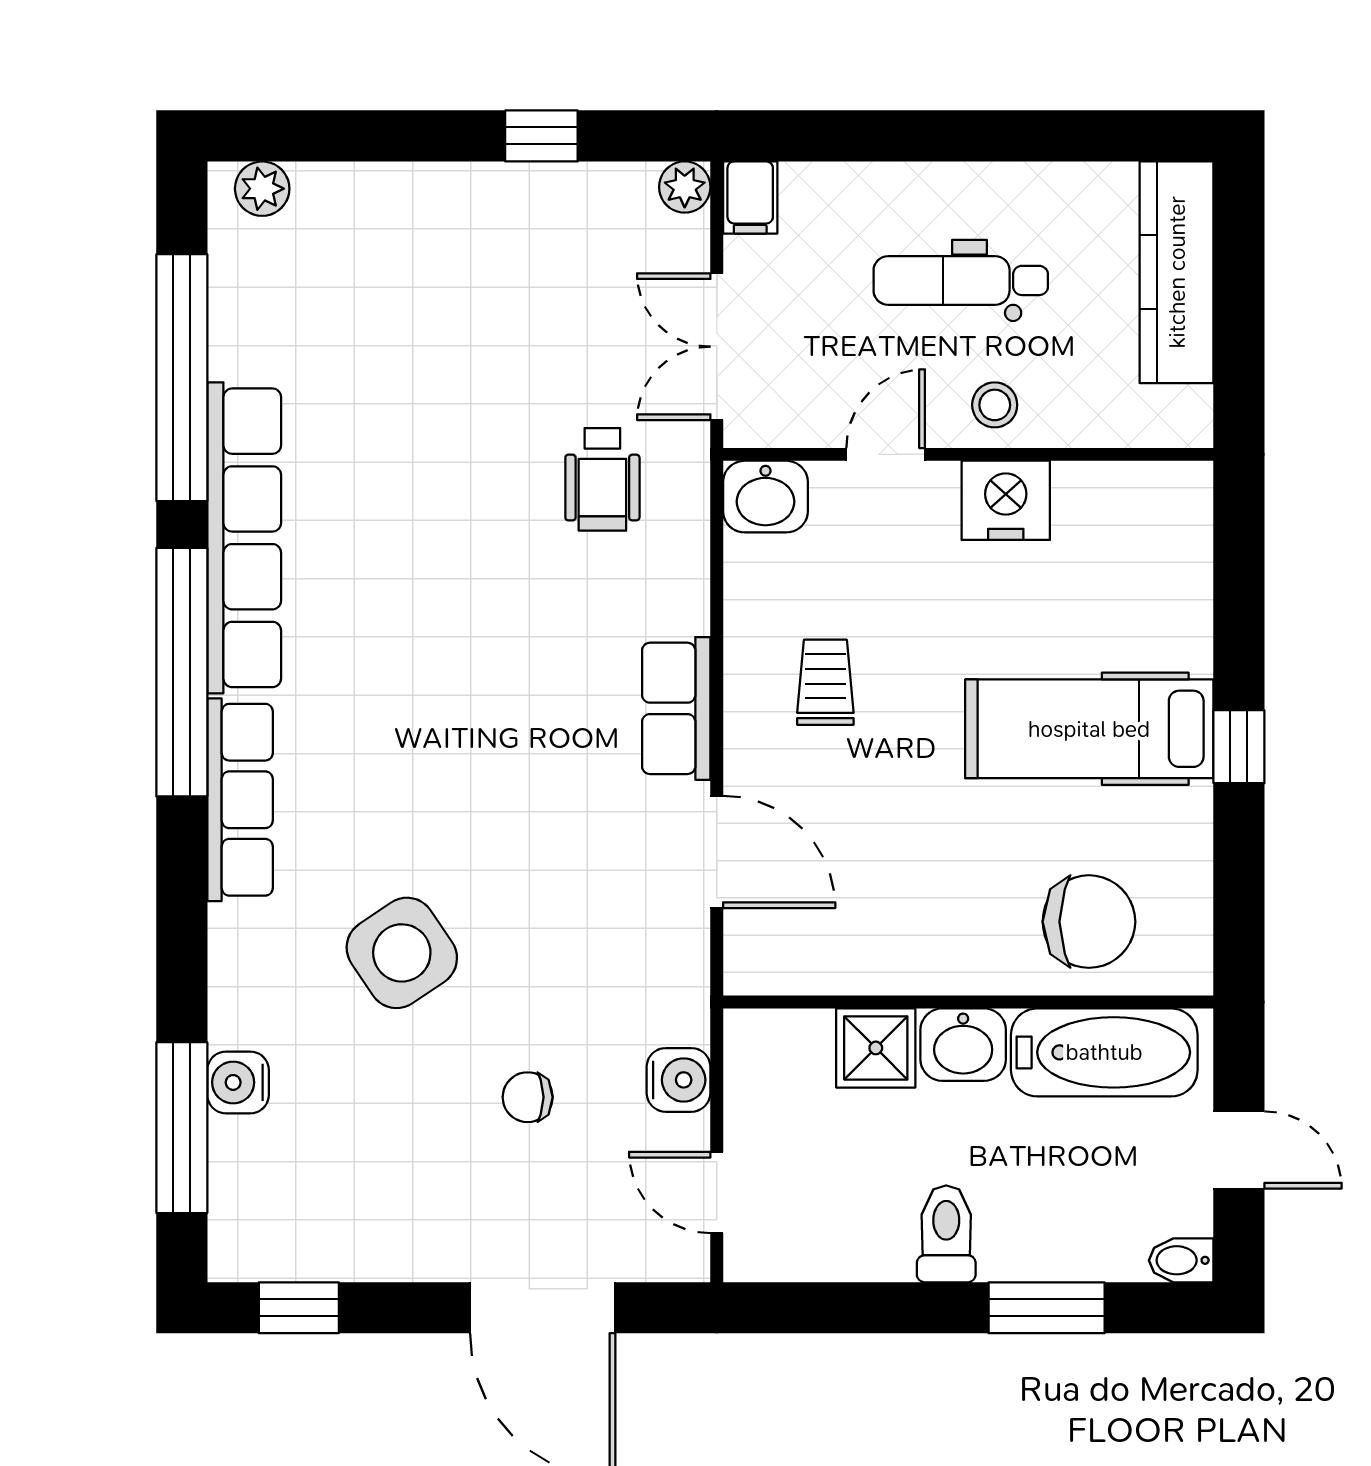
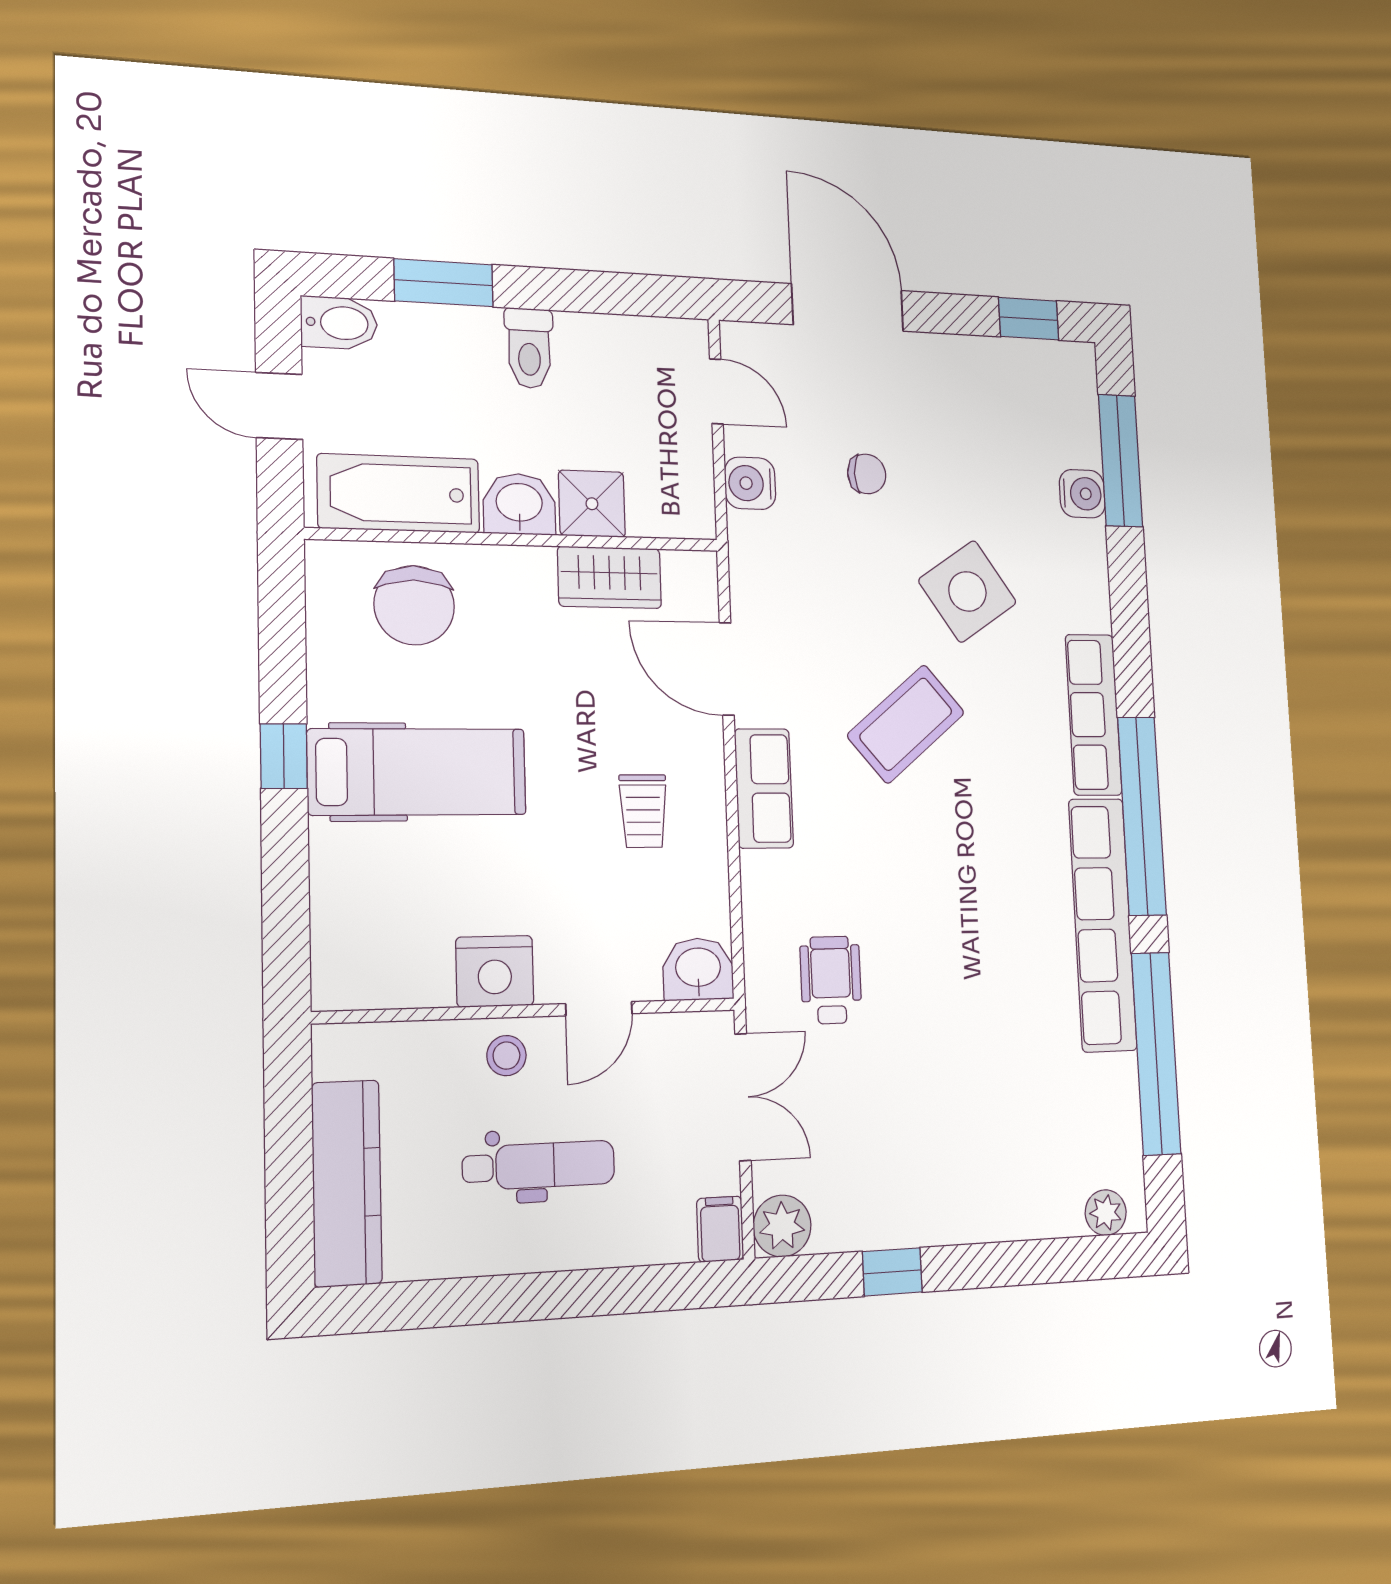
plant: (685, 187) -> (782, 1226), width x1.38, depth x1.38
coffee table: (492, 787) -> (906, 724), added
chair: (1089, 922) -> (414, 605), turned -90
wardrobe: (857, 960) -> (610, 577), added
bidet: (1181, 1260) -> (339, 323), width x1.38, depth x1.36

